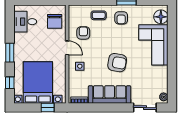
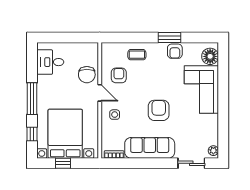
armchair: (121, 18) -> (175, 51), moved
chair: (55, 21) -> (87, 75), moved
window: (10, 53) -> (32, 99), width x1.44
armchair: (117, 63) -> (159, 110), turned -100
window: (48, 108) -> (63, 163), moved

